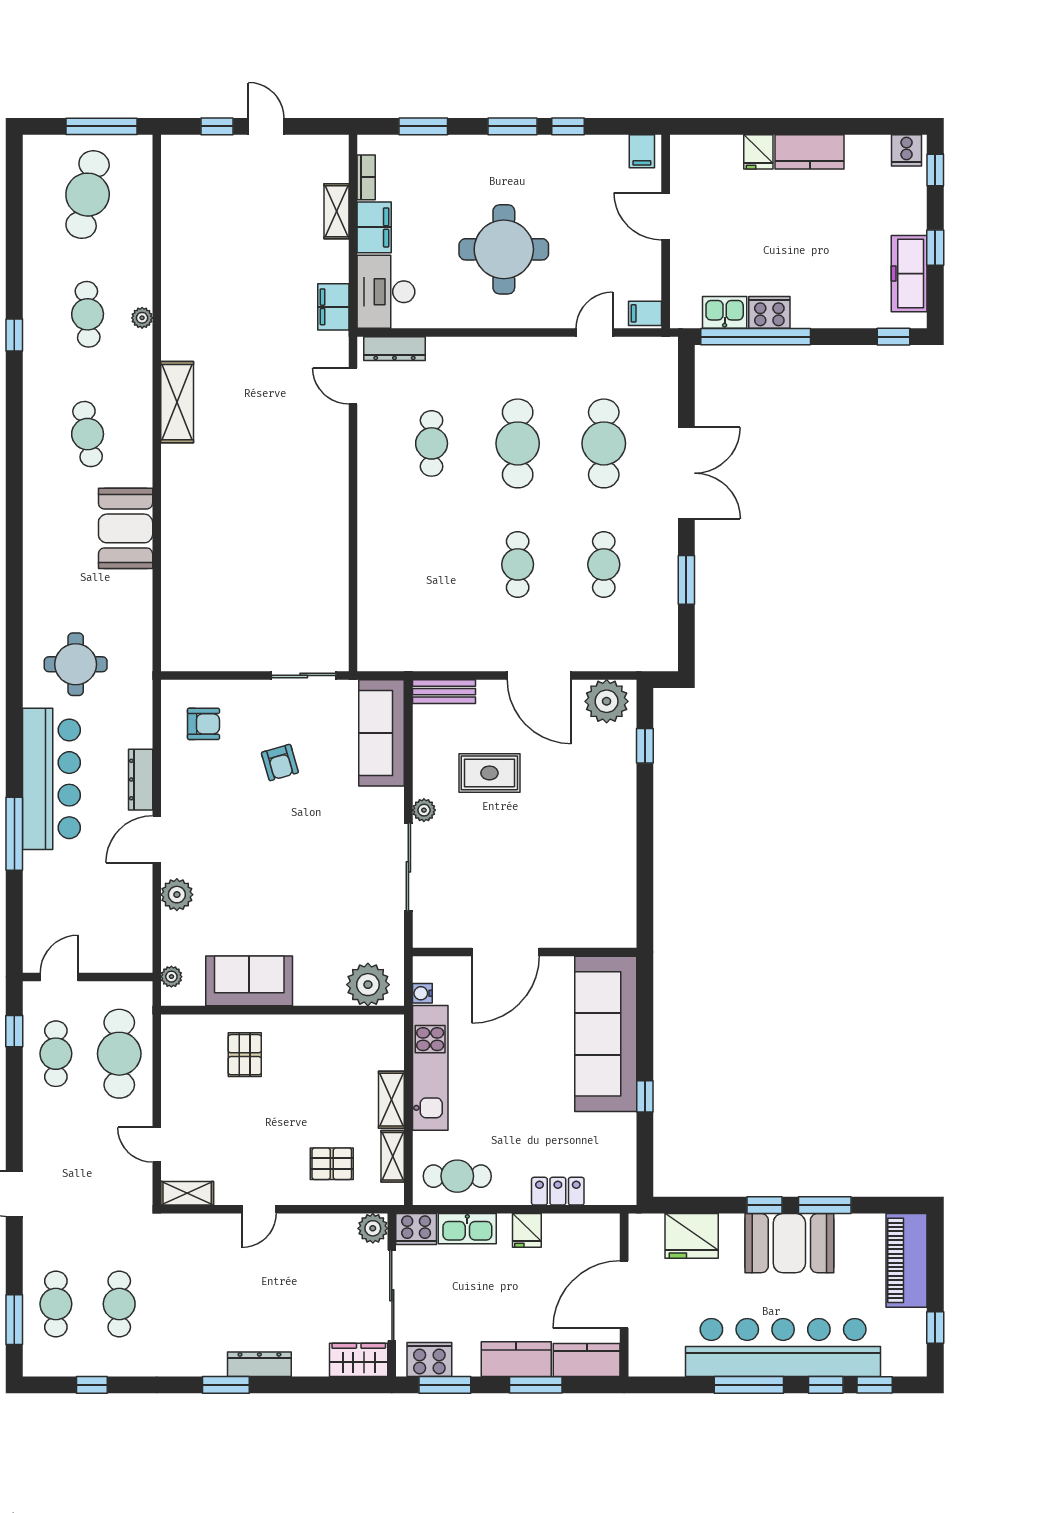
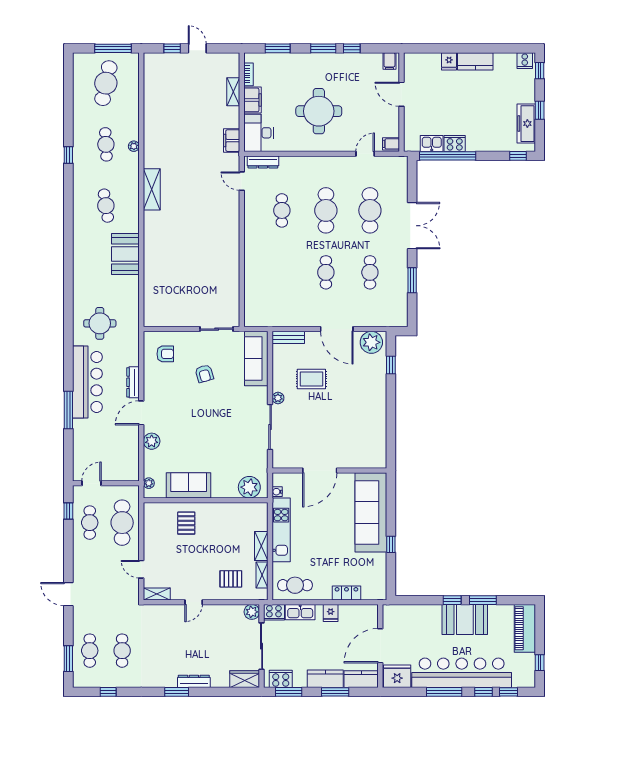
fridge: (692, 1236) -> (397, 676), moved, turned 180

